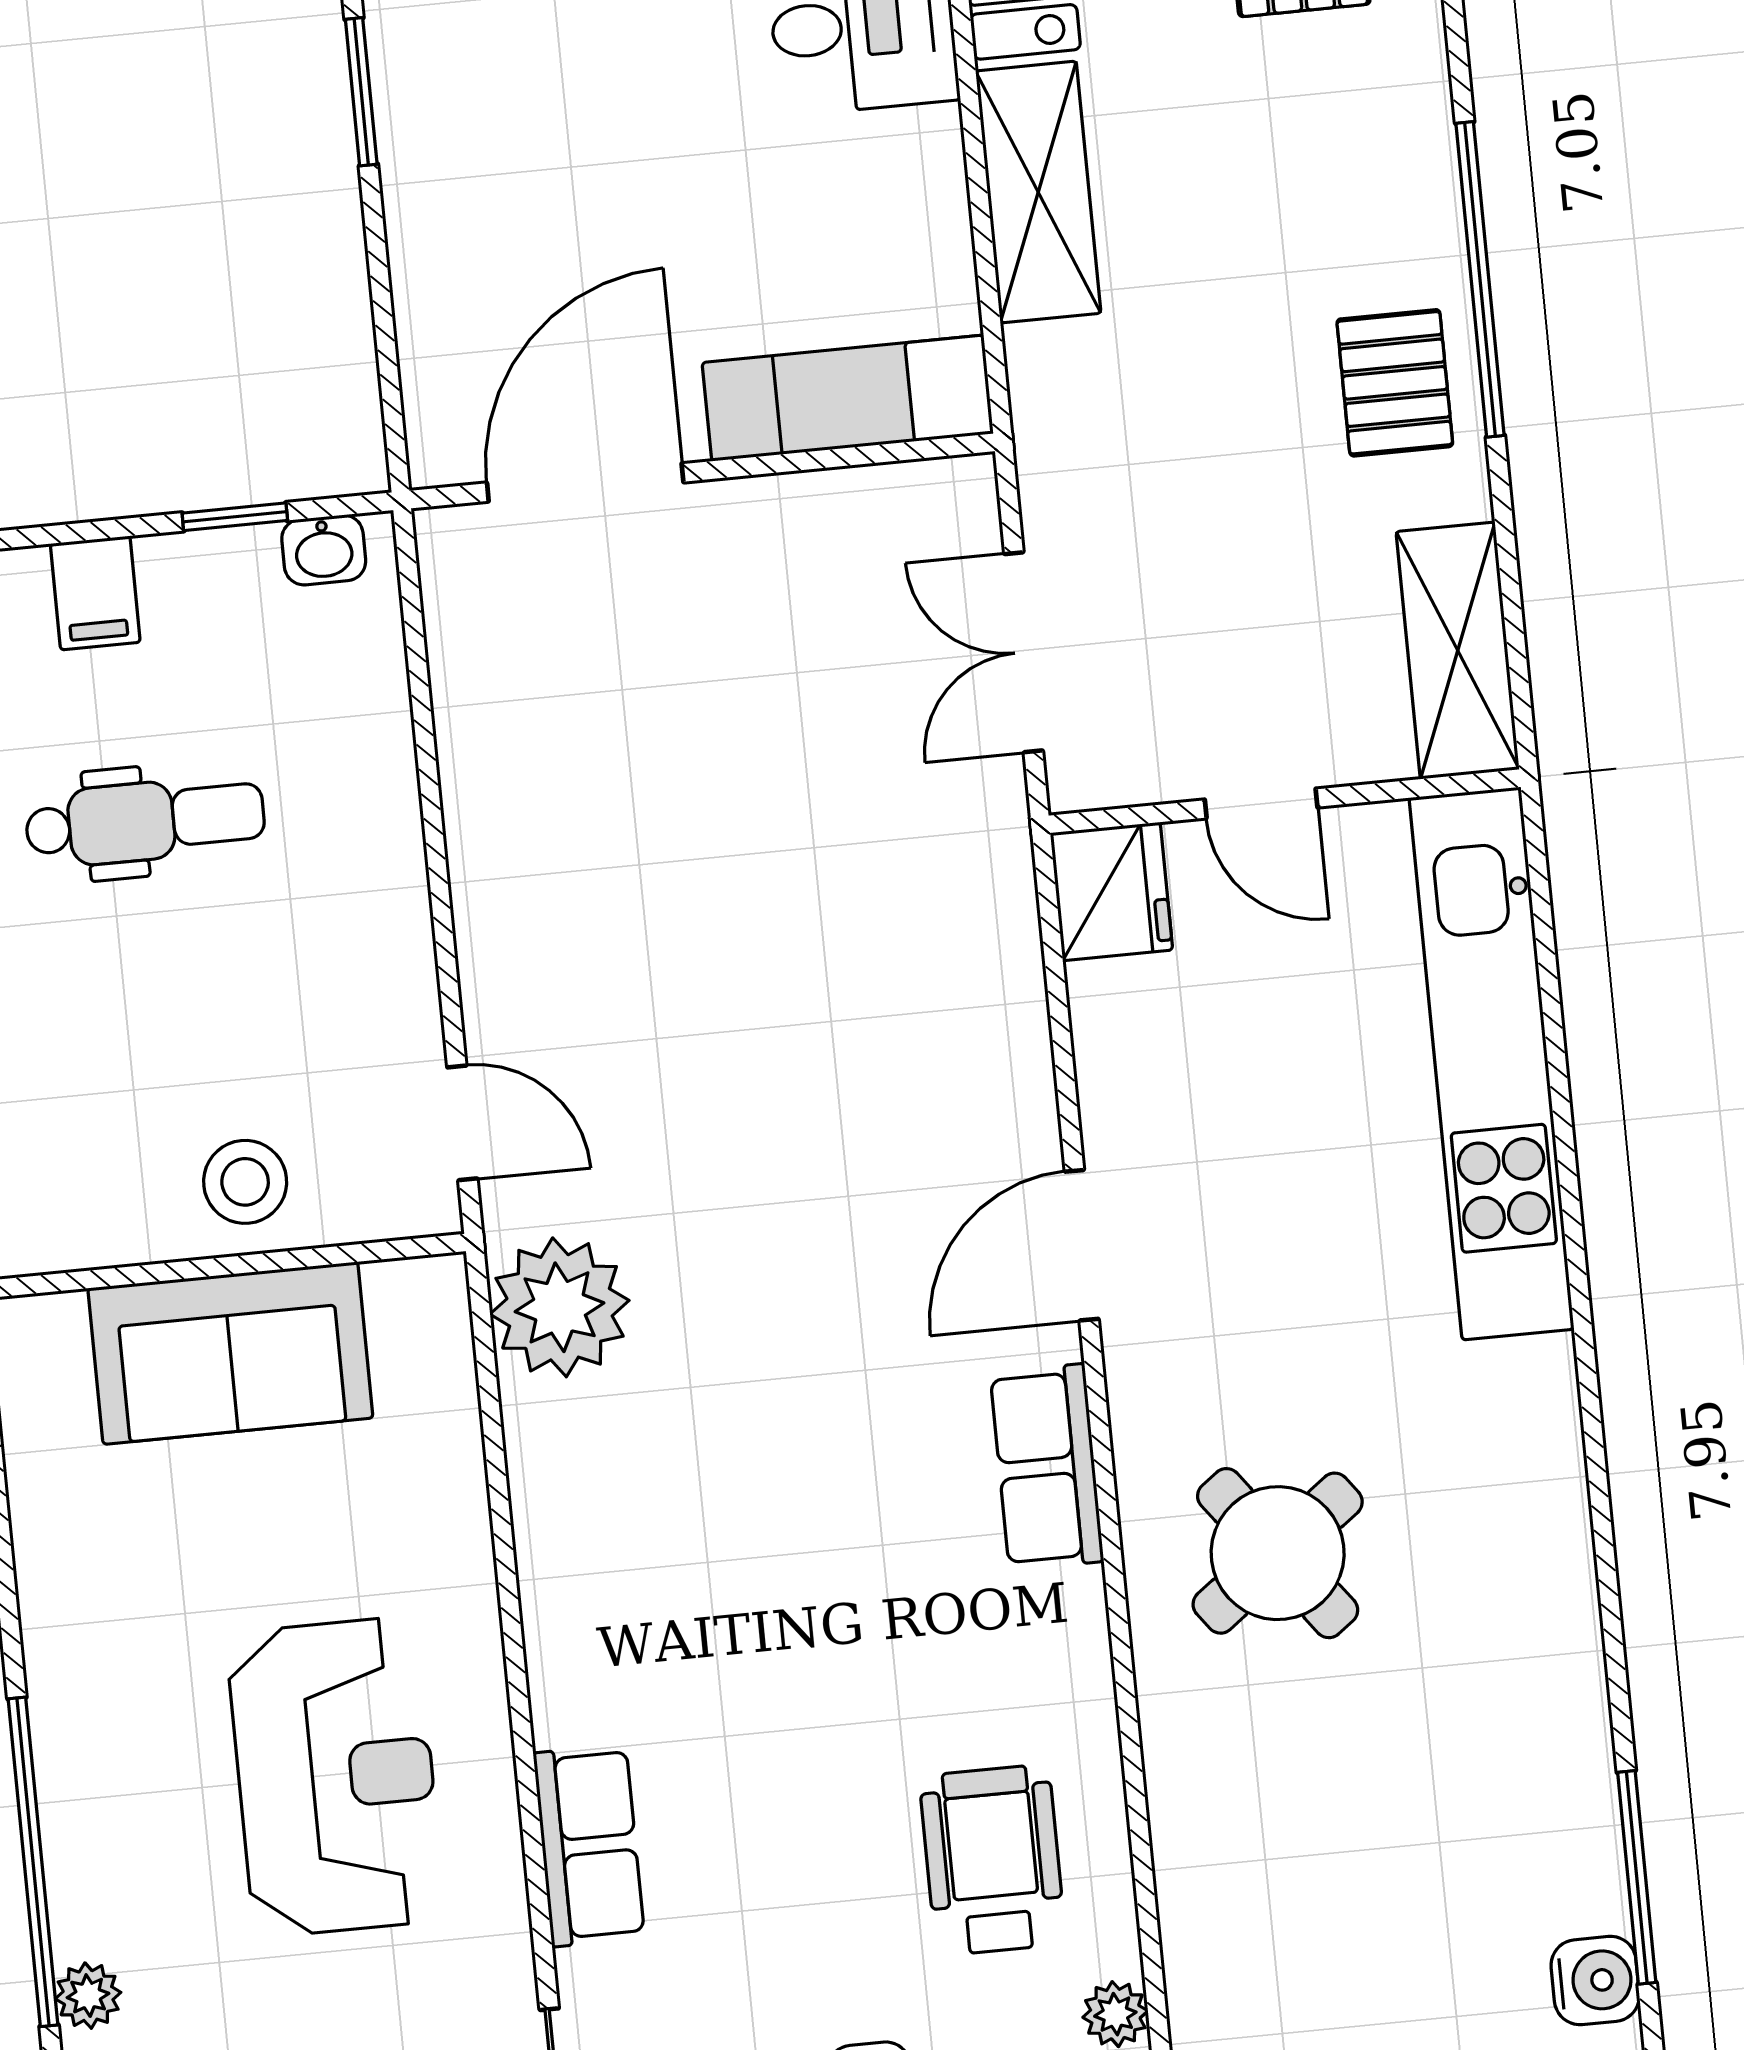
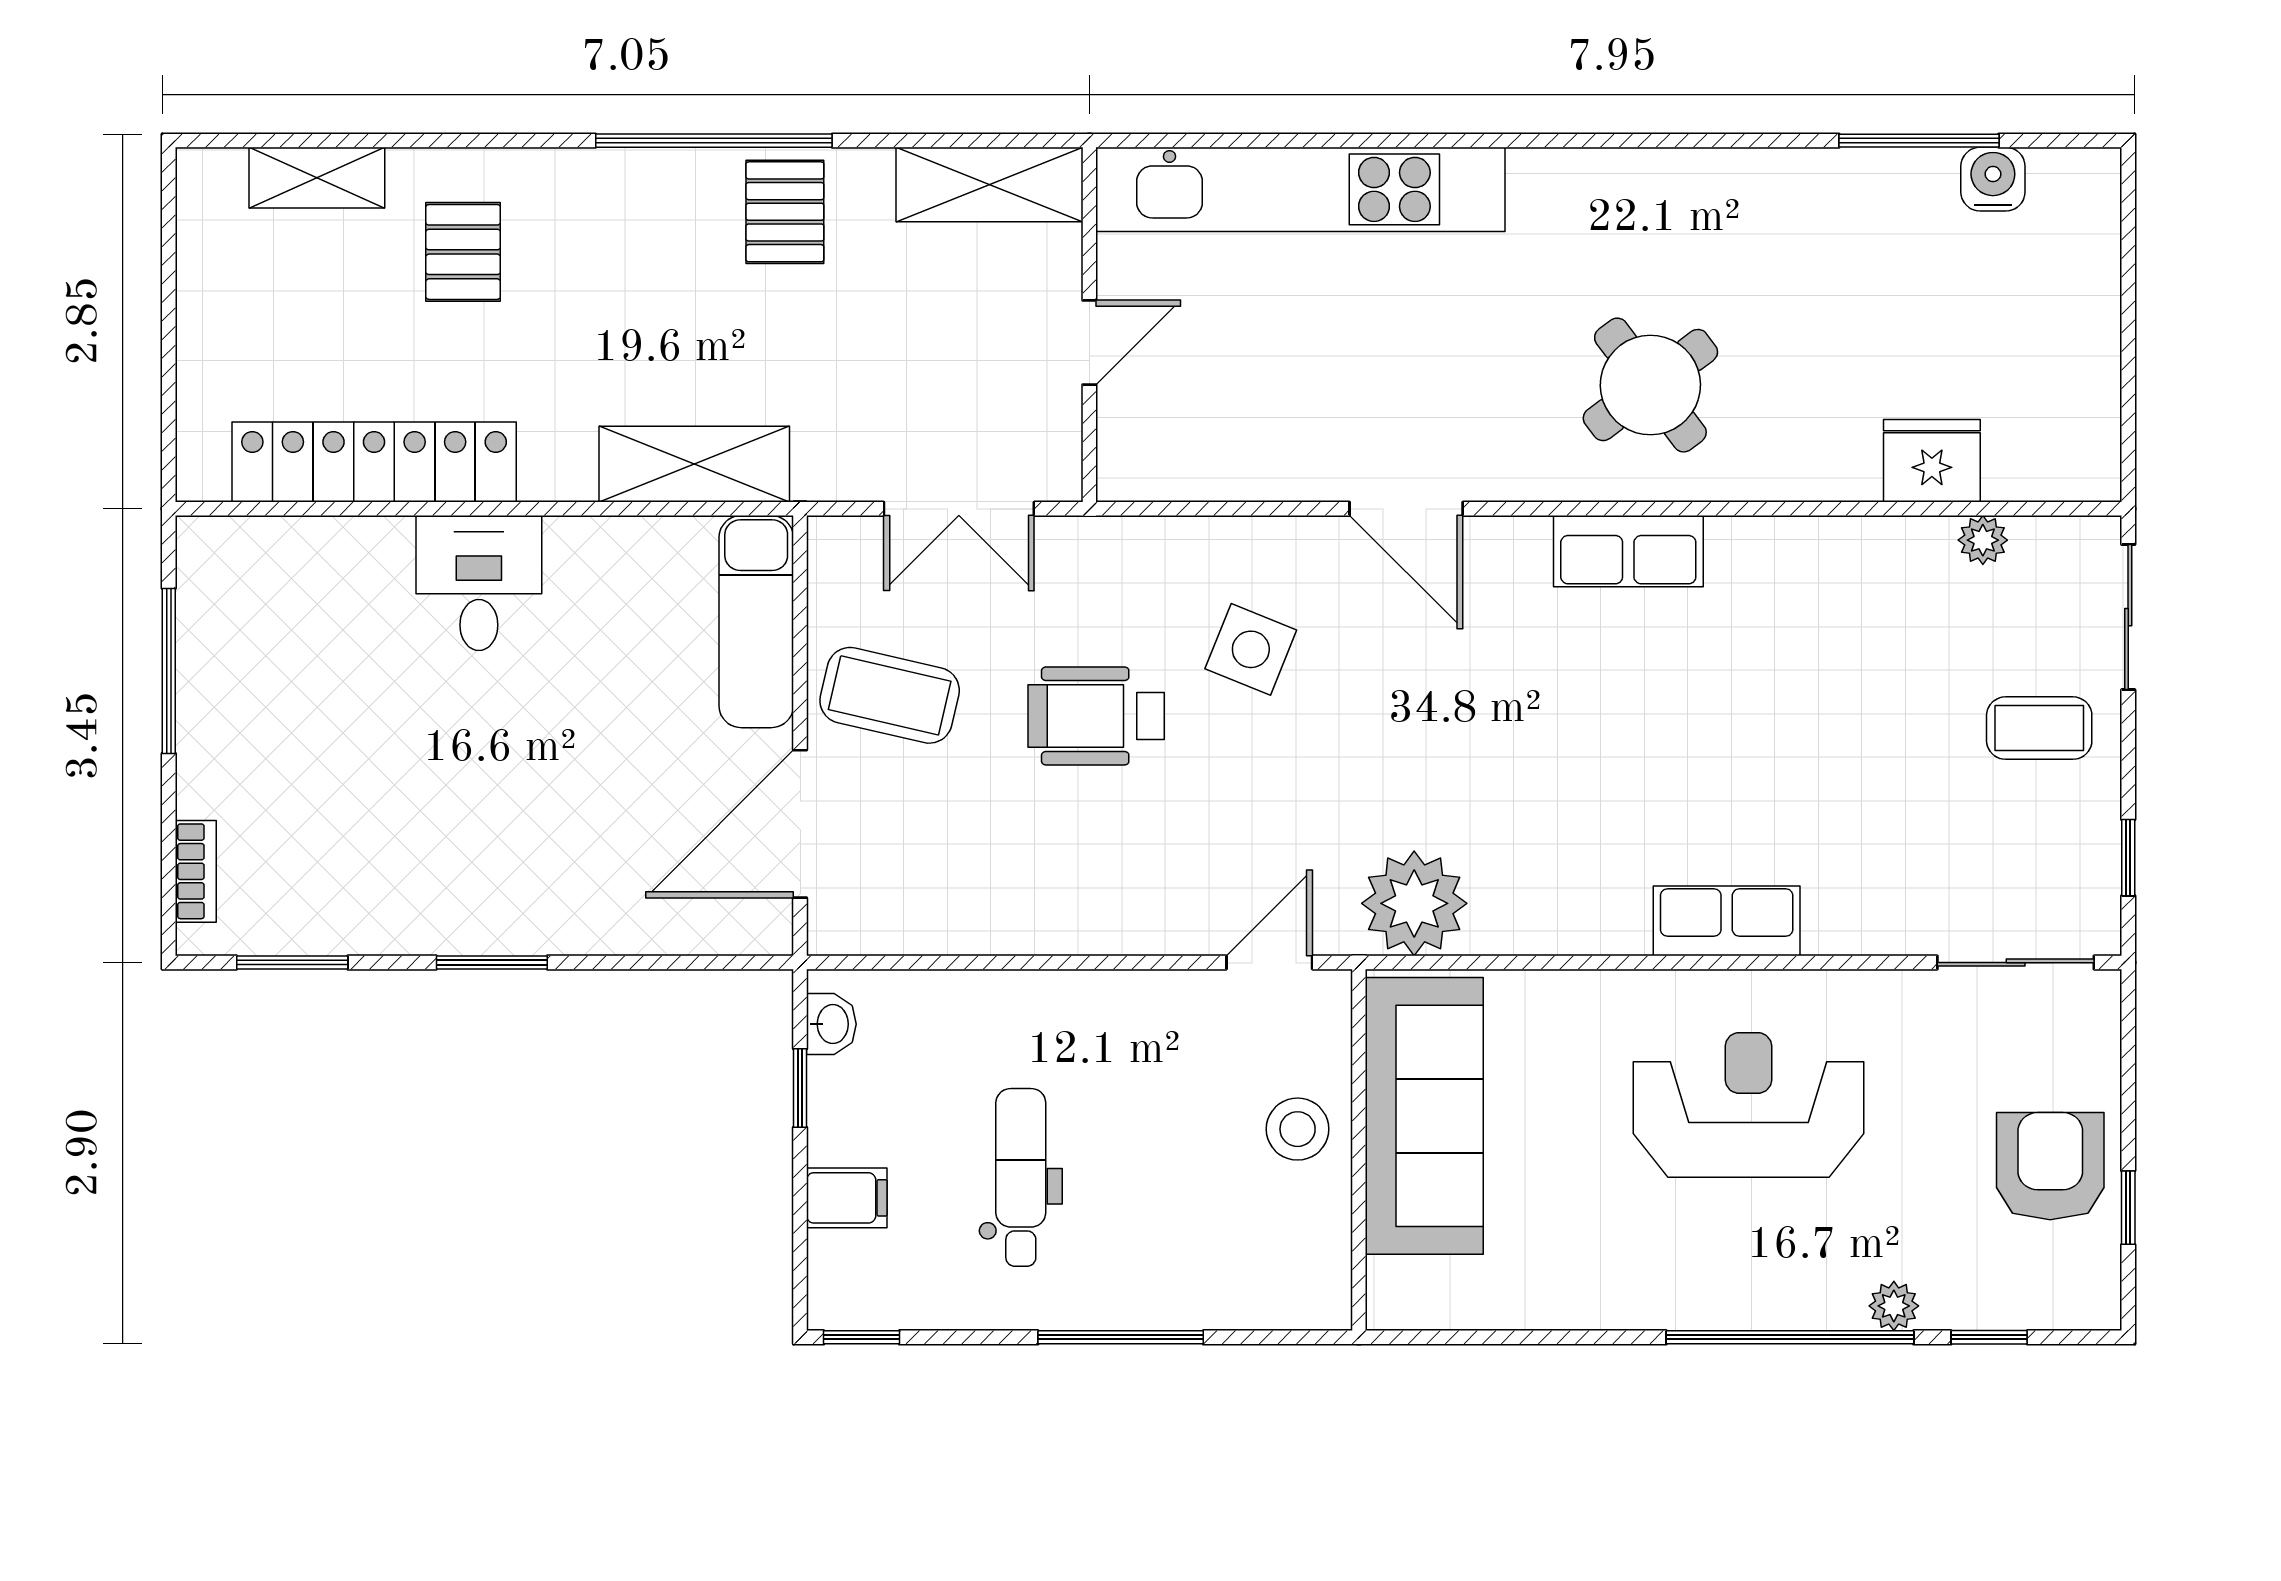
shelving: (1038, 192) -> (694, 464), moved
pallet: (1395, 383) -> (785, 212), turned 90
door: (585, 482) -> (800, 824), hinge flipped
coffee table: (767, 585) -> (890, 695), added
fridge: (1111, 891) -> (1932, 461), moved
side table: (875, 1058) -> (1251, 649), added
sofa: (230, 1353) -> (1424, 1116), width x1.36
row of seats: (1047, 1467) -> (1628, 551), moved
row of seats: (589, 1846) -> (1727, 921), moved
wheelchair: (993, 1860) -> (1096, 716), moved

